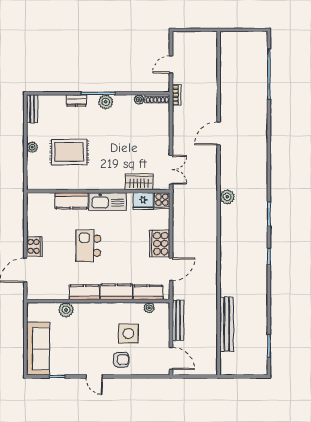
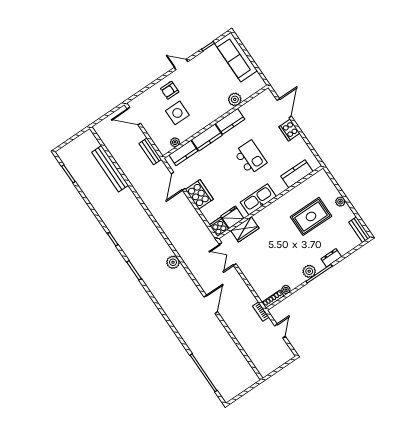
kitchen counter: (71, 201) -> (297, 174), moved
bench: (178, 320) -> (150, 151), width x0.73

